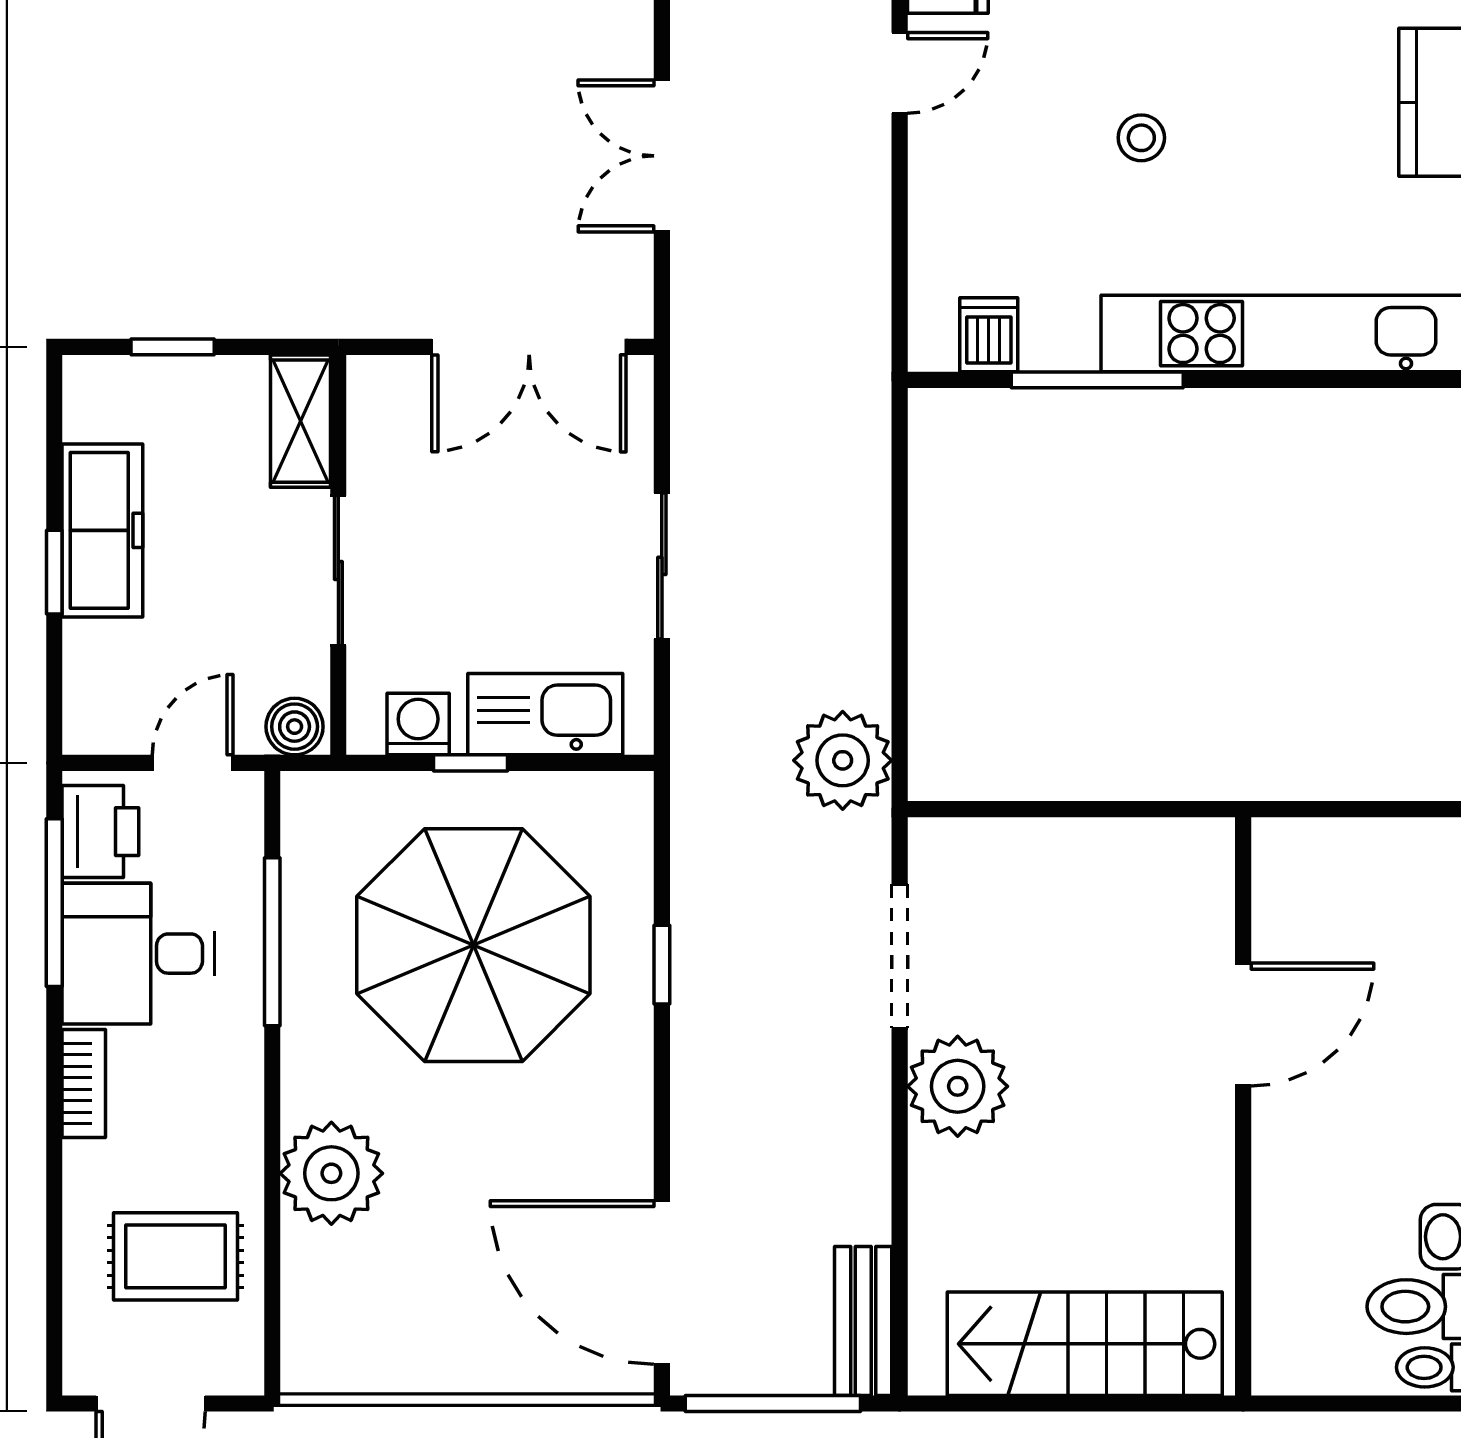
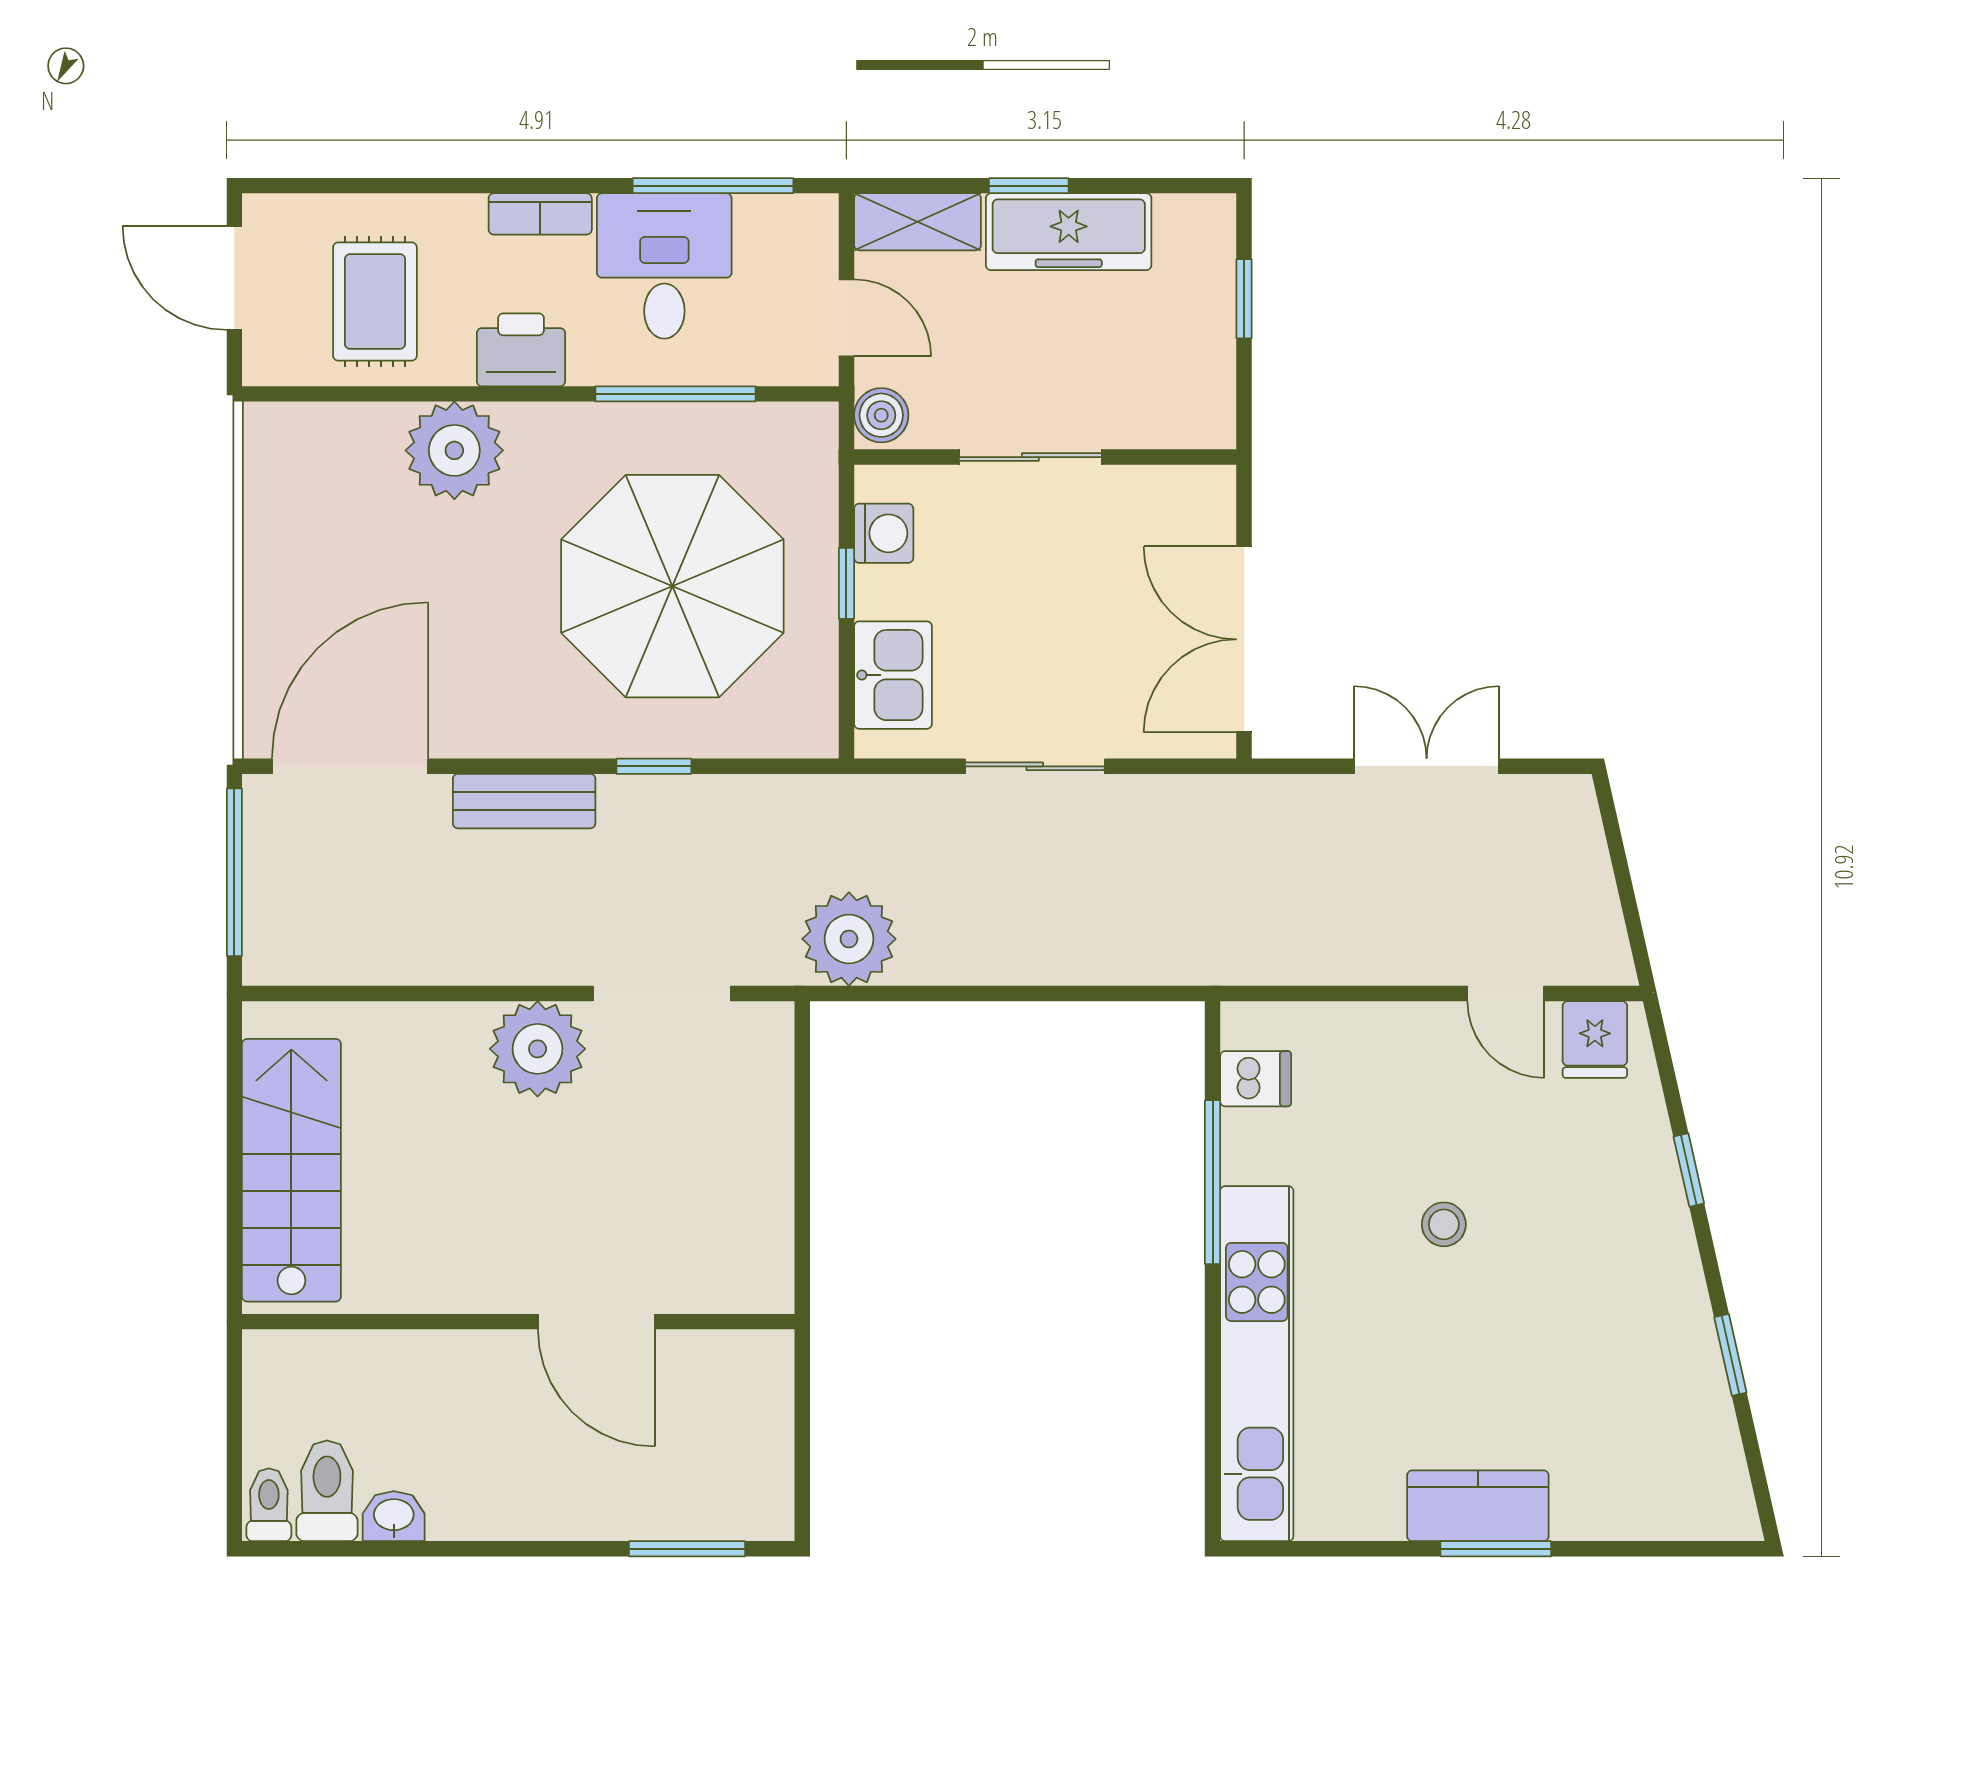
shelving: (301, 421) -> (917, 222), moved
kitchen sink: (545, 714) -> (893, 675), width x0.73
printer: (100, 832) -> (521, 350), moved, turned 180
bench: (863, 1321) -> (524, 801), moved

